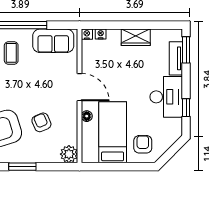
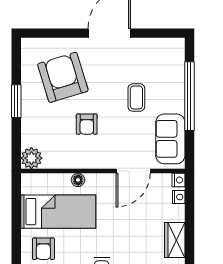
coffee table: (11, 53) -> (136, 97), moved, turned 90
door: (79, 87) -> (133, 171), moved
armchair: (41, 122) -> (87, 124), moved, turned 113
armchair: (143, 144) -> (43, 249), turned 90

